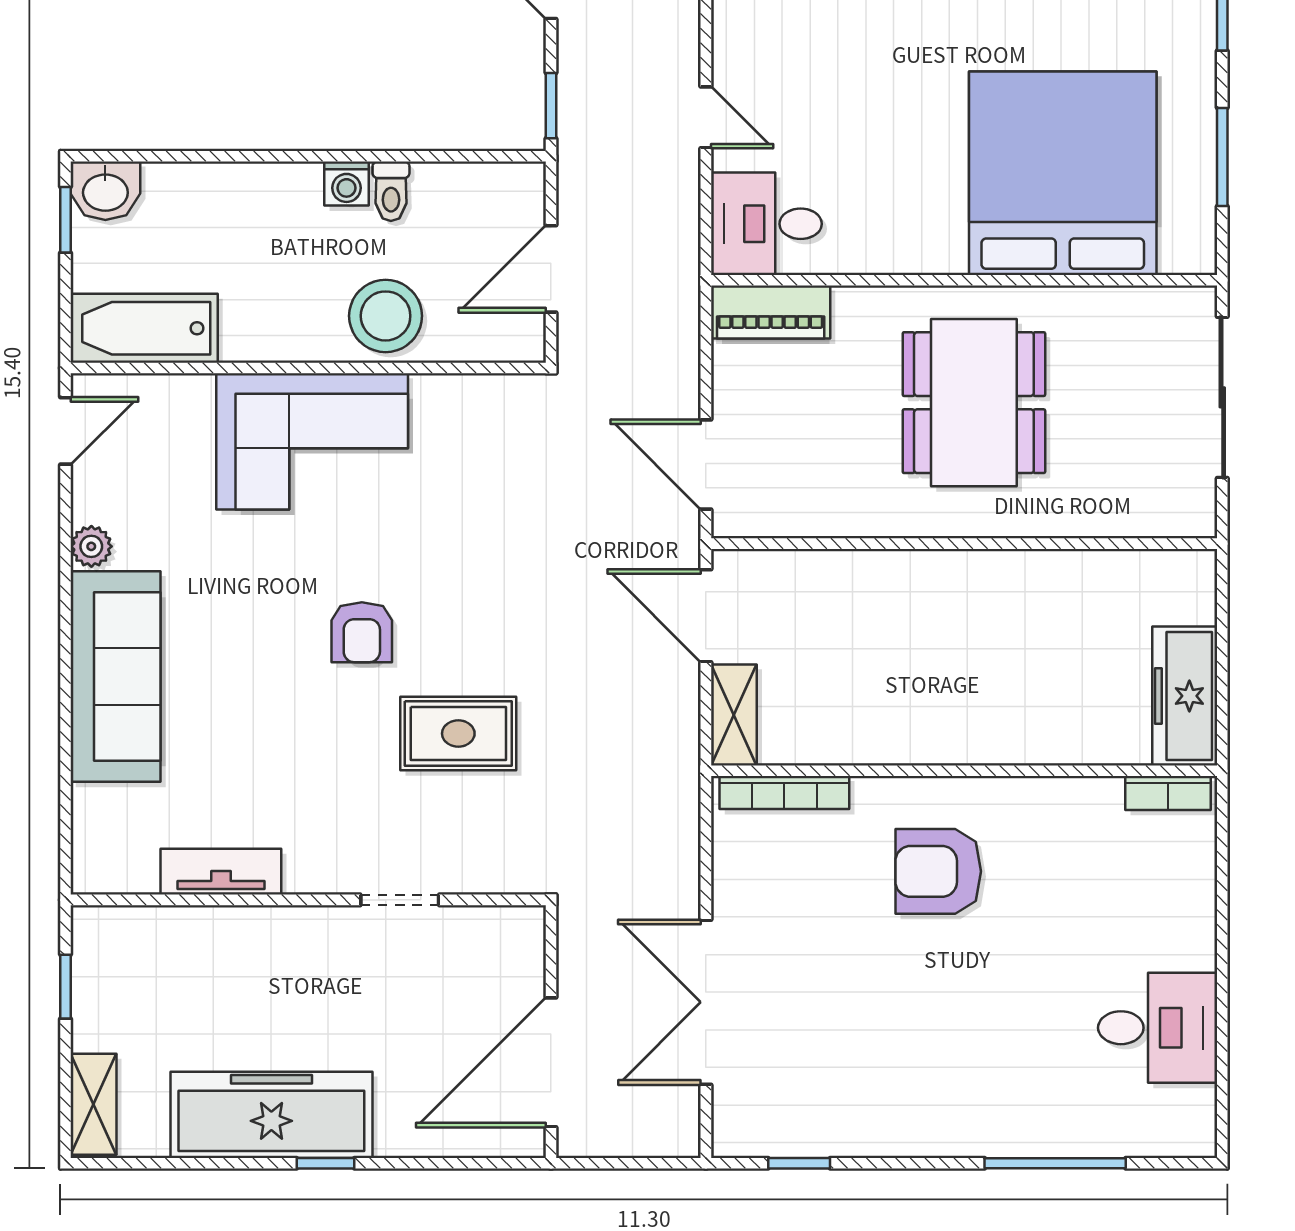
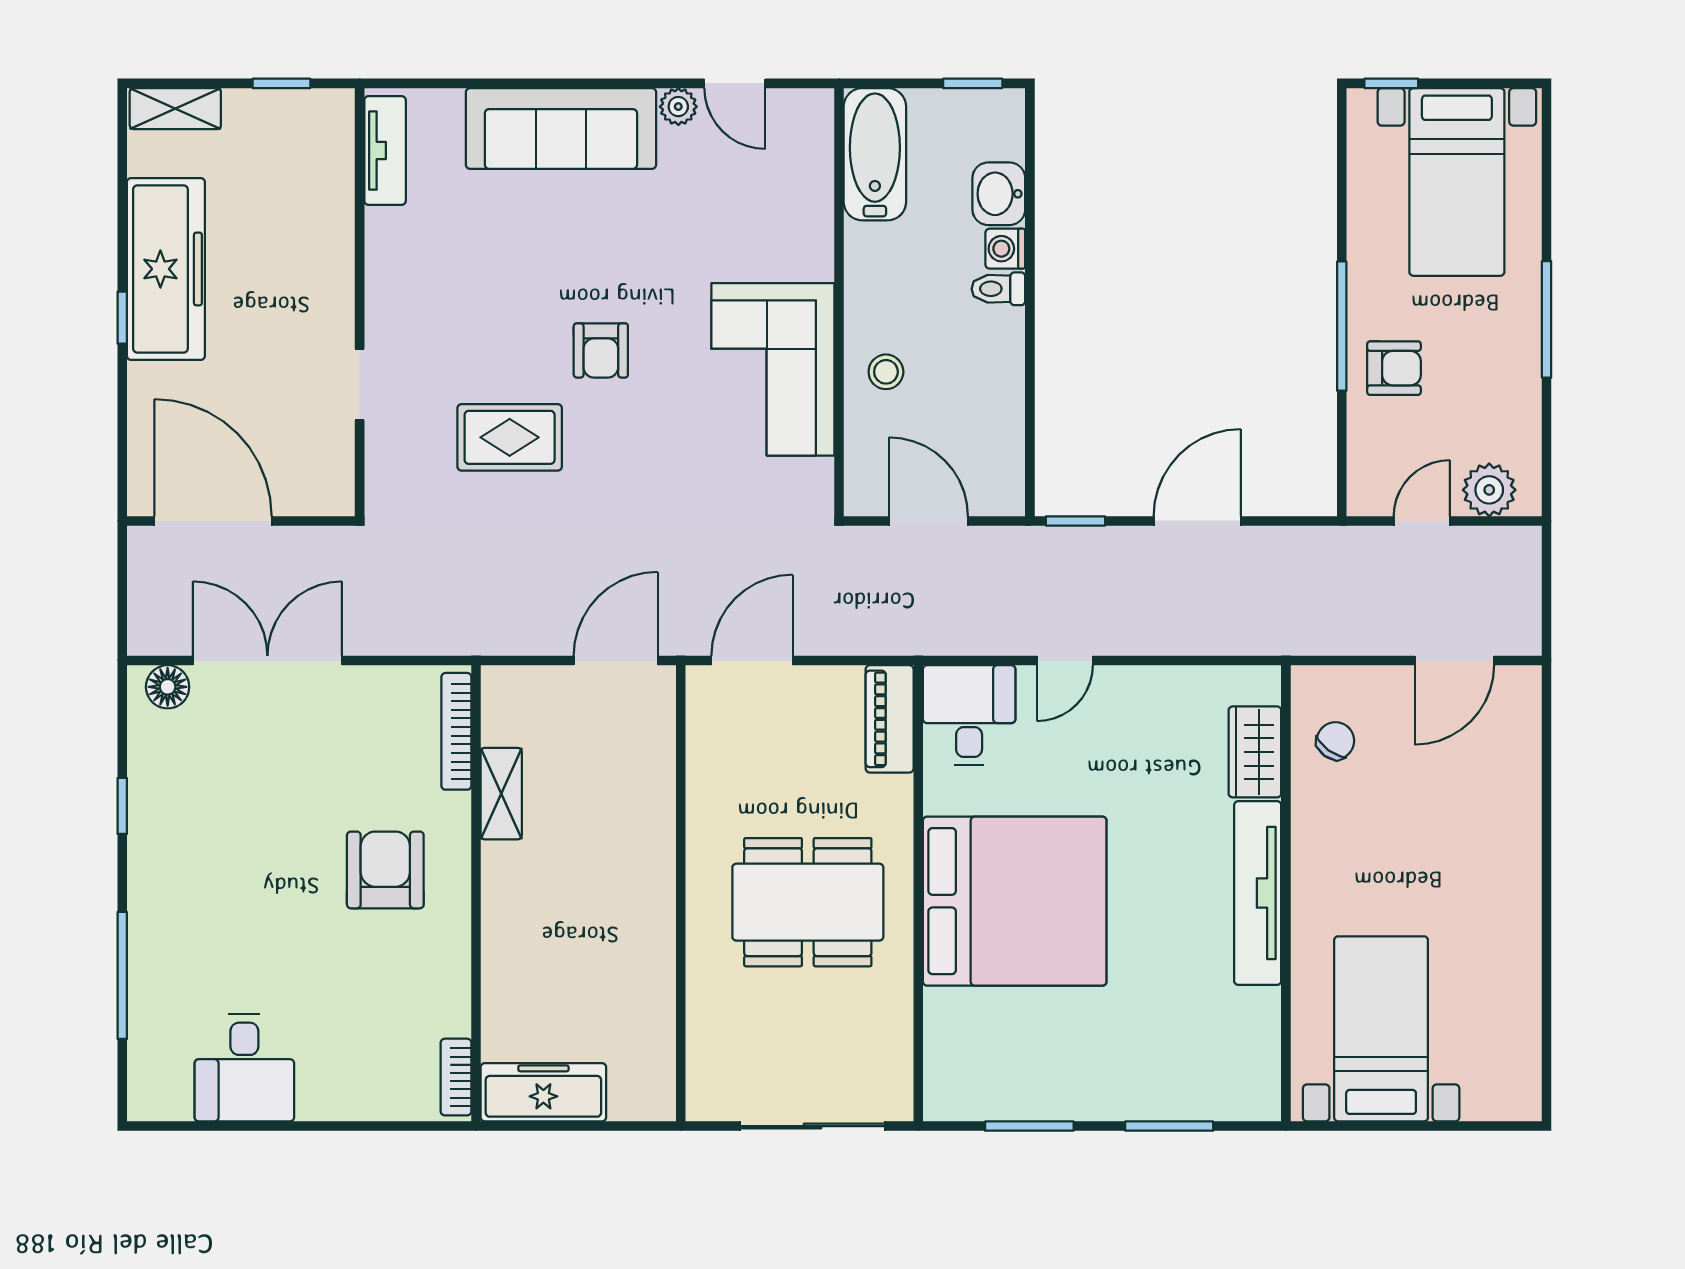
bed: (1063, 173) -> (1015, 901), moved
washing machine: (346, 184) -> (1005, 249), moved
washbasin: (105, 191) -> (999, 194), moved
toilet: (391, 191) -> (998, 289), moved
stool: (386, 316) -> (886, 372), width x0.53, depth x0.53
door: (66, 431) -> (735, 83), moved
corner sofa: (312, 441) -> (773, 369), moved
armchair: (362, 632) -> (601, 350), turned -90
shelving: (734, 715) -> (501, 794), moved, turned 90
rug: (458, 734) -> (510, 437), turned 90
tv unit: (221, 872) -> (385, 151), moved
floor lamp: (735, 1113) -> (168, 687), added
window: (799, 1163) -> (122, 806), moved

